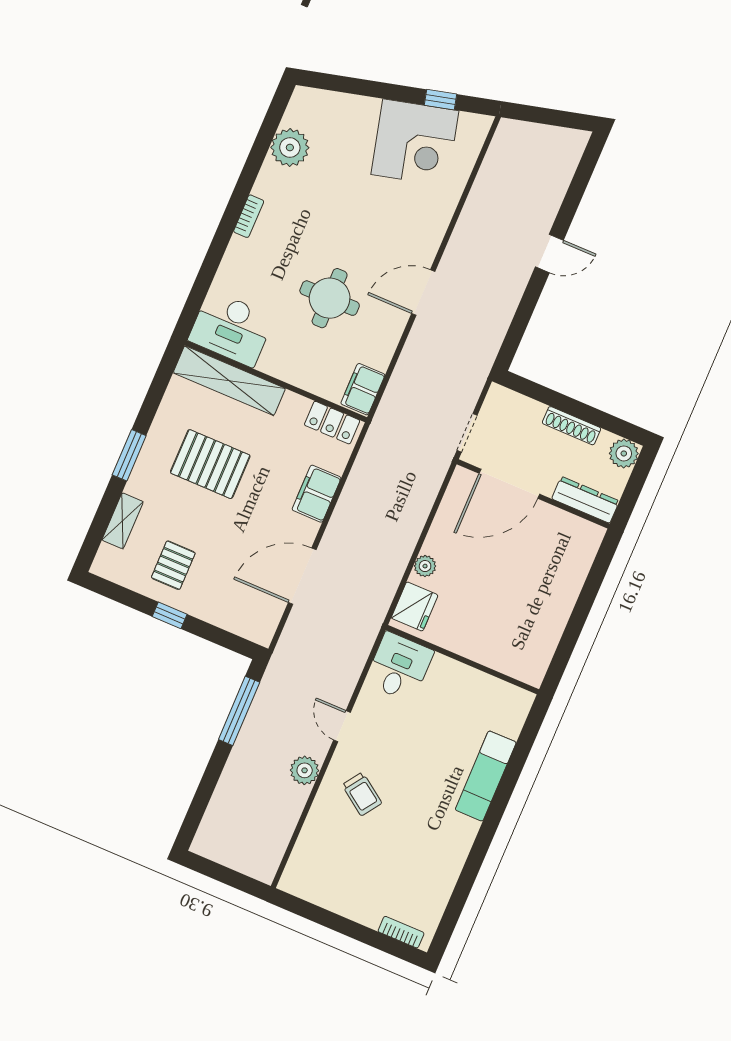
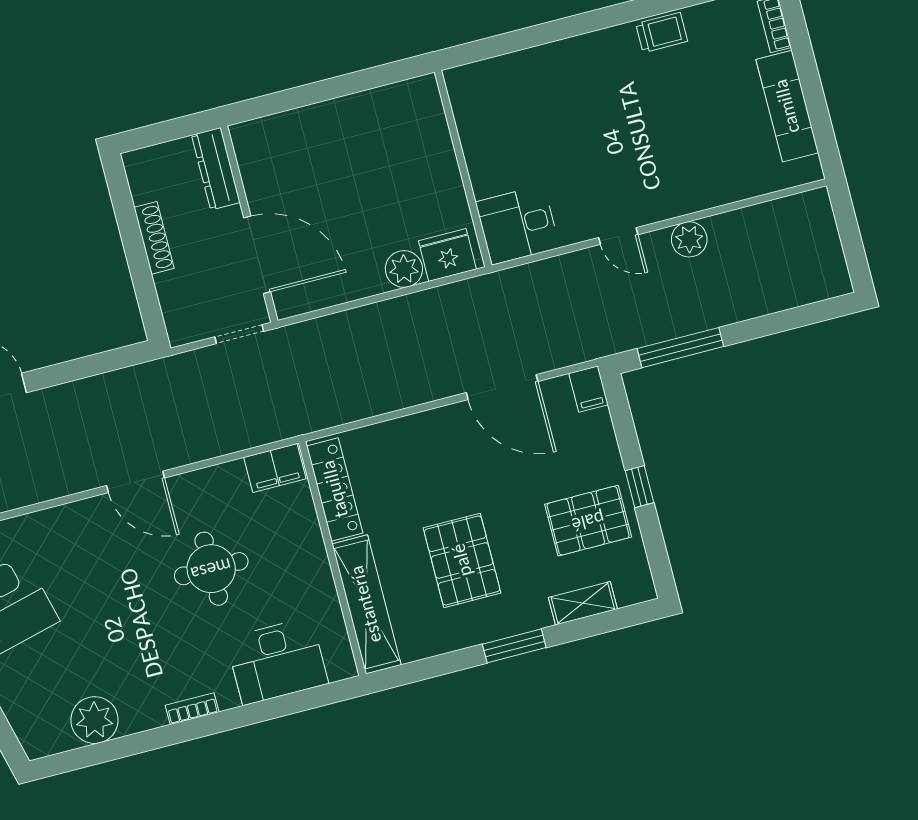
desk: (231, 328) -> (277, 661), moved, turned 90
locker: (332, 423) -> (335, 489), width x1.53
plant: (624, 453) -> (142, 166), removed
filing cabinet: (317, 494) -> (588, 389), moved, width x0.50
pallet: (173, 565) -> (588, 521), width x1.50, depth x1.42
plant: (425, 566) -> (404, 269), width x1.38, depth x1.38
door: (342, 726) -> (618, 236), hinge flipped
exam couch: (486, 776) -> (787, 106), moved, turned 90
trolley: (362, 794) -> (662, 32), moved, turned 55

